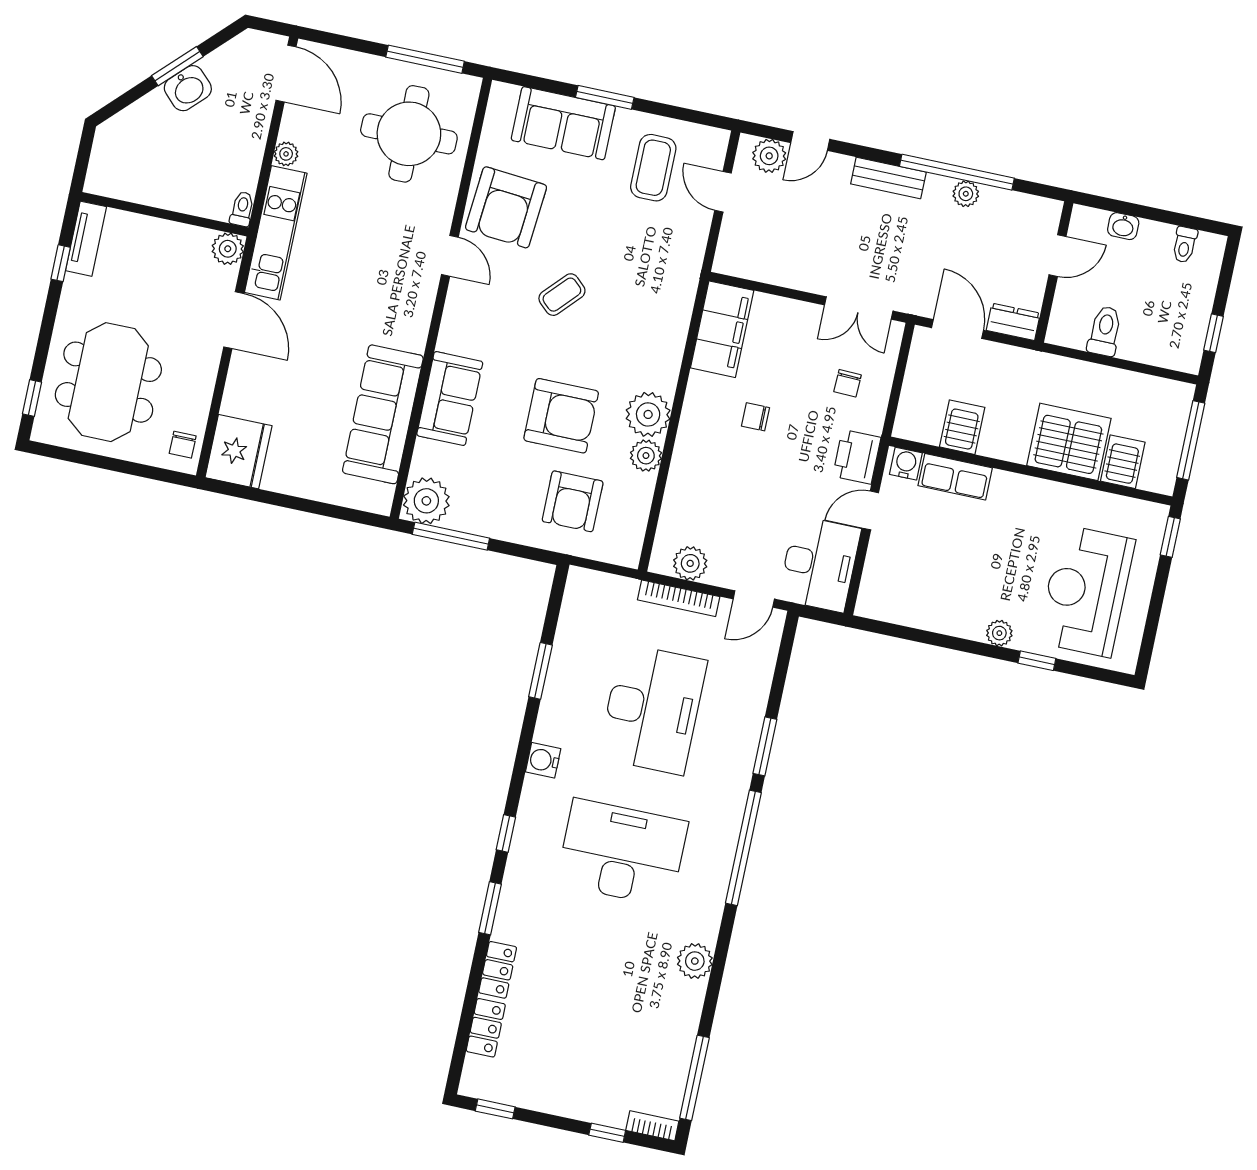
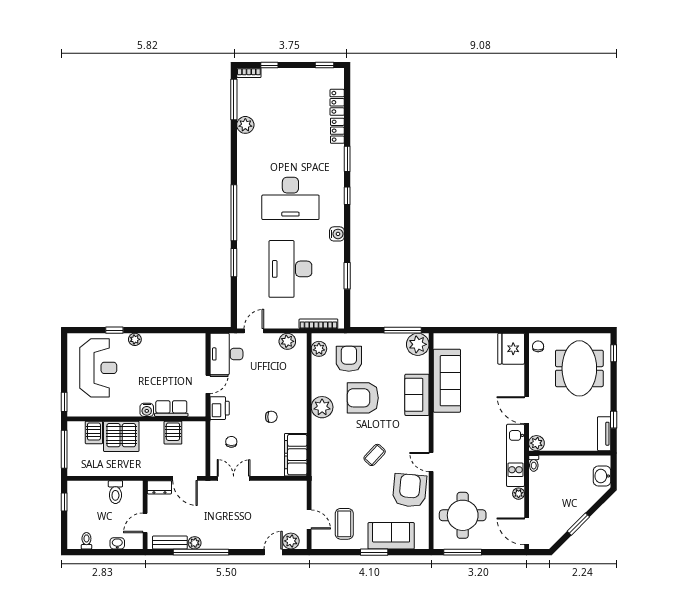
washbasin: (188, 88) -> (602, 476), moved, turned -45
bench: (888, 178) -> (170, 543), moved
plant: (646, 456) -> (319, 349), moved
water cooler: (906, 464) -> (147, 410), moved
bookcase: (679, 598) -> (318, 324), moved
plant: (695, 961) -> (245, 125), moved

